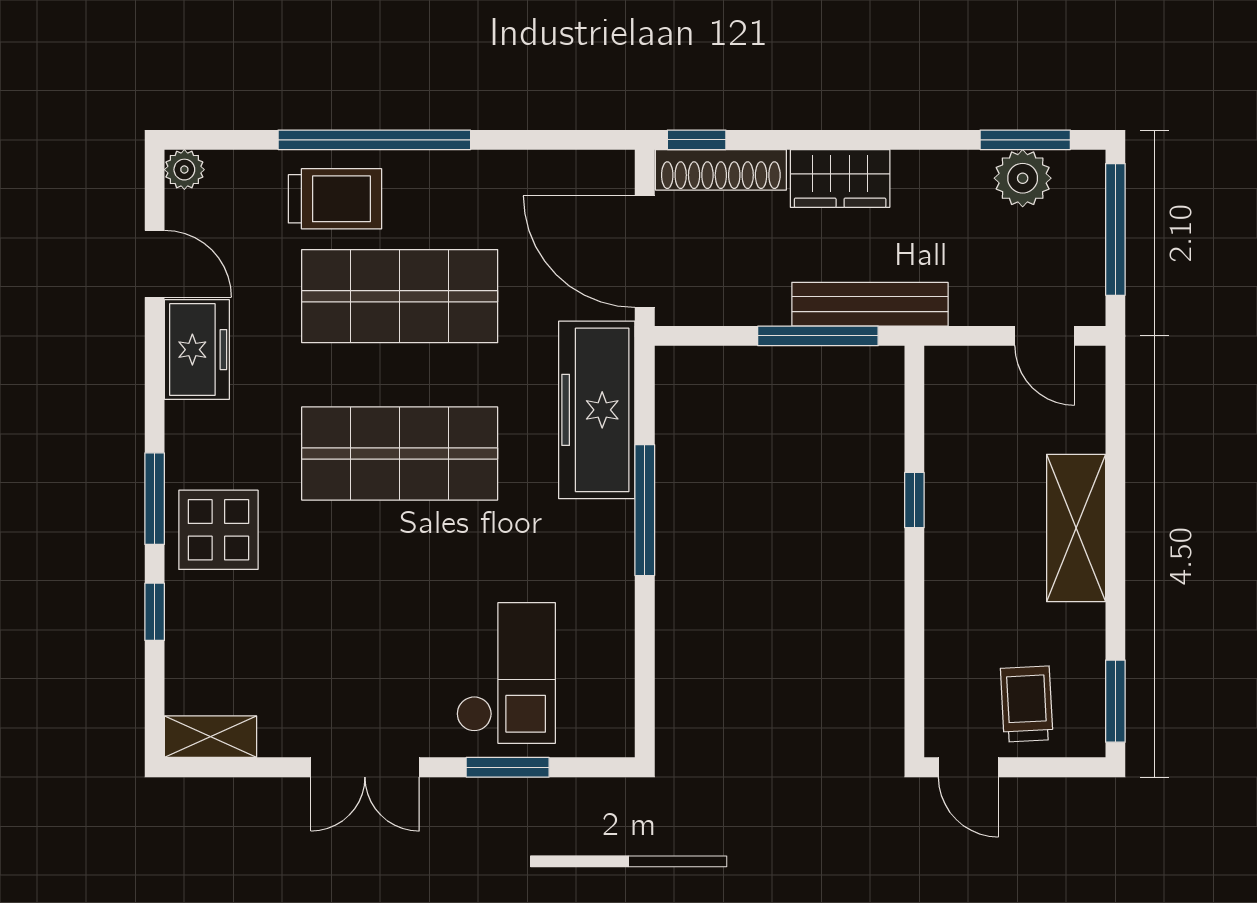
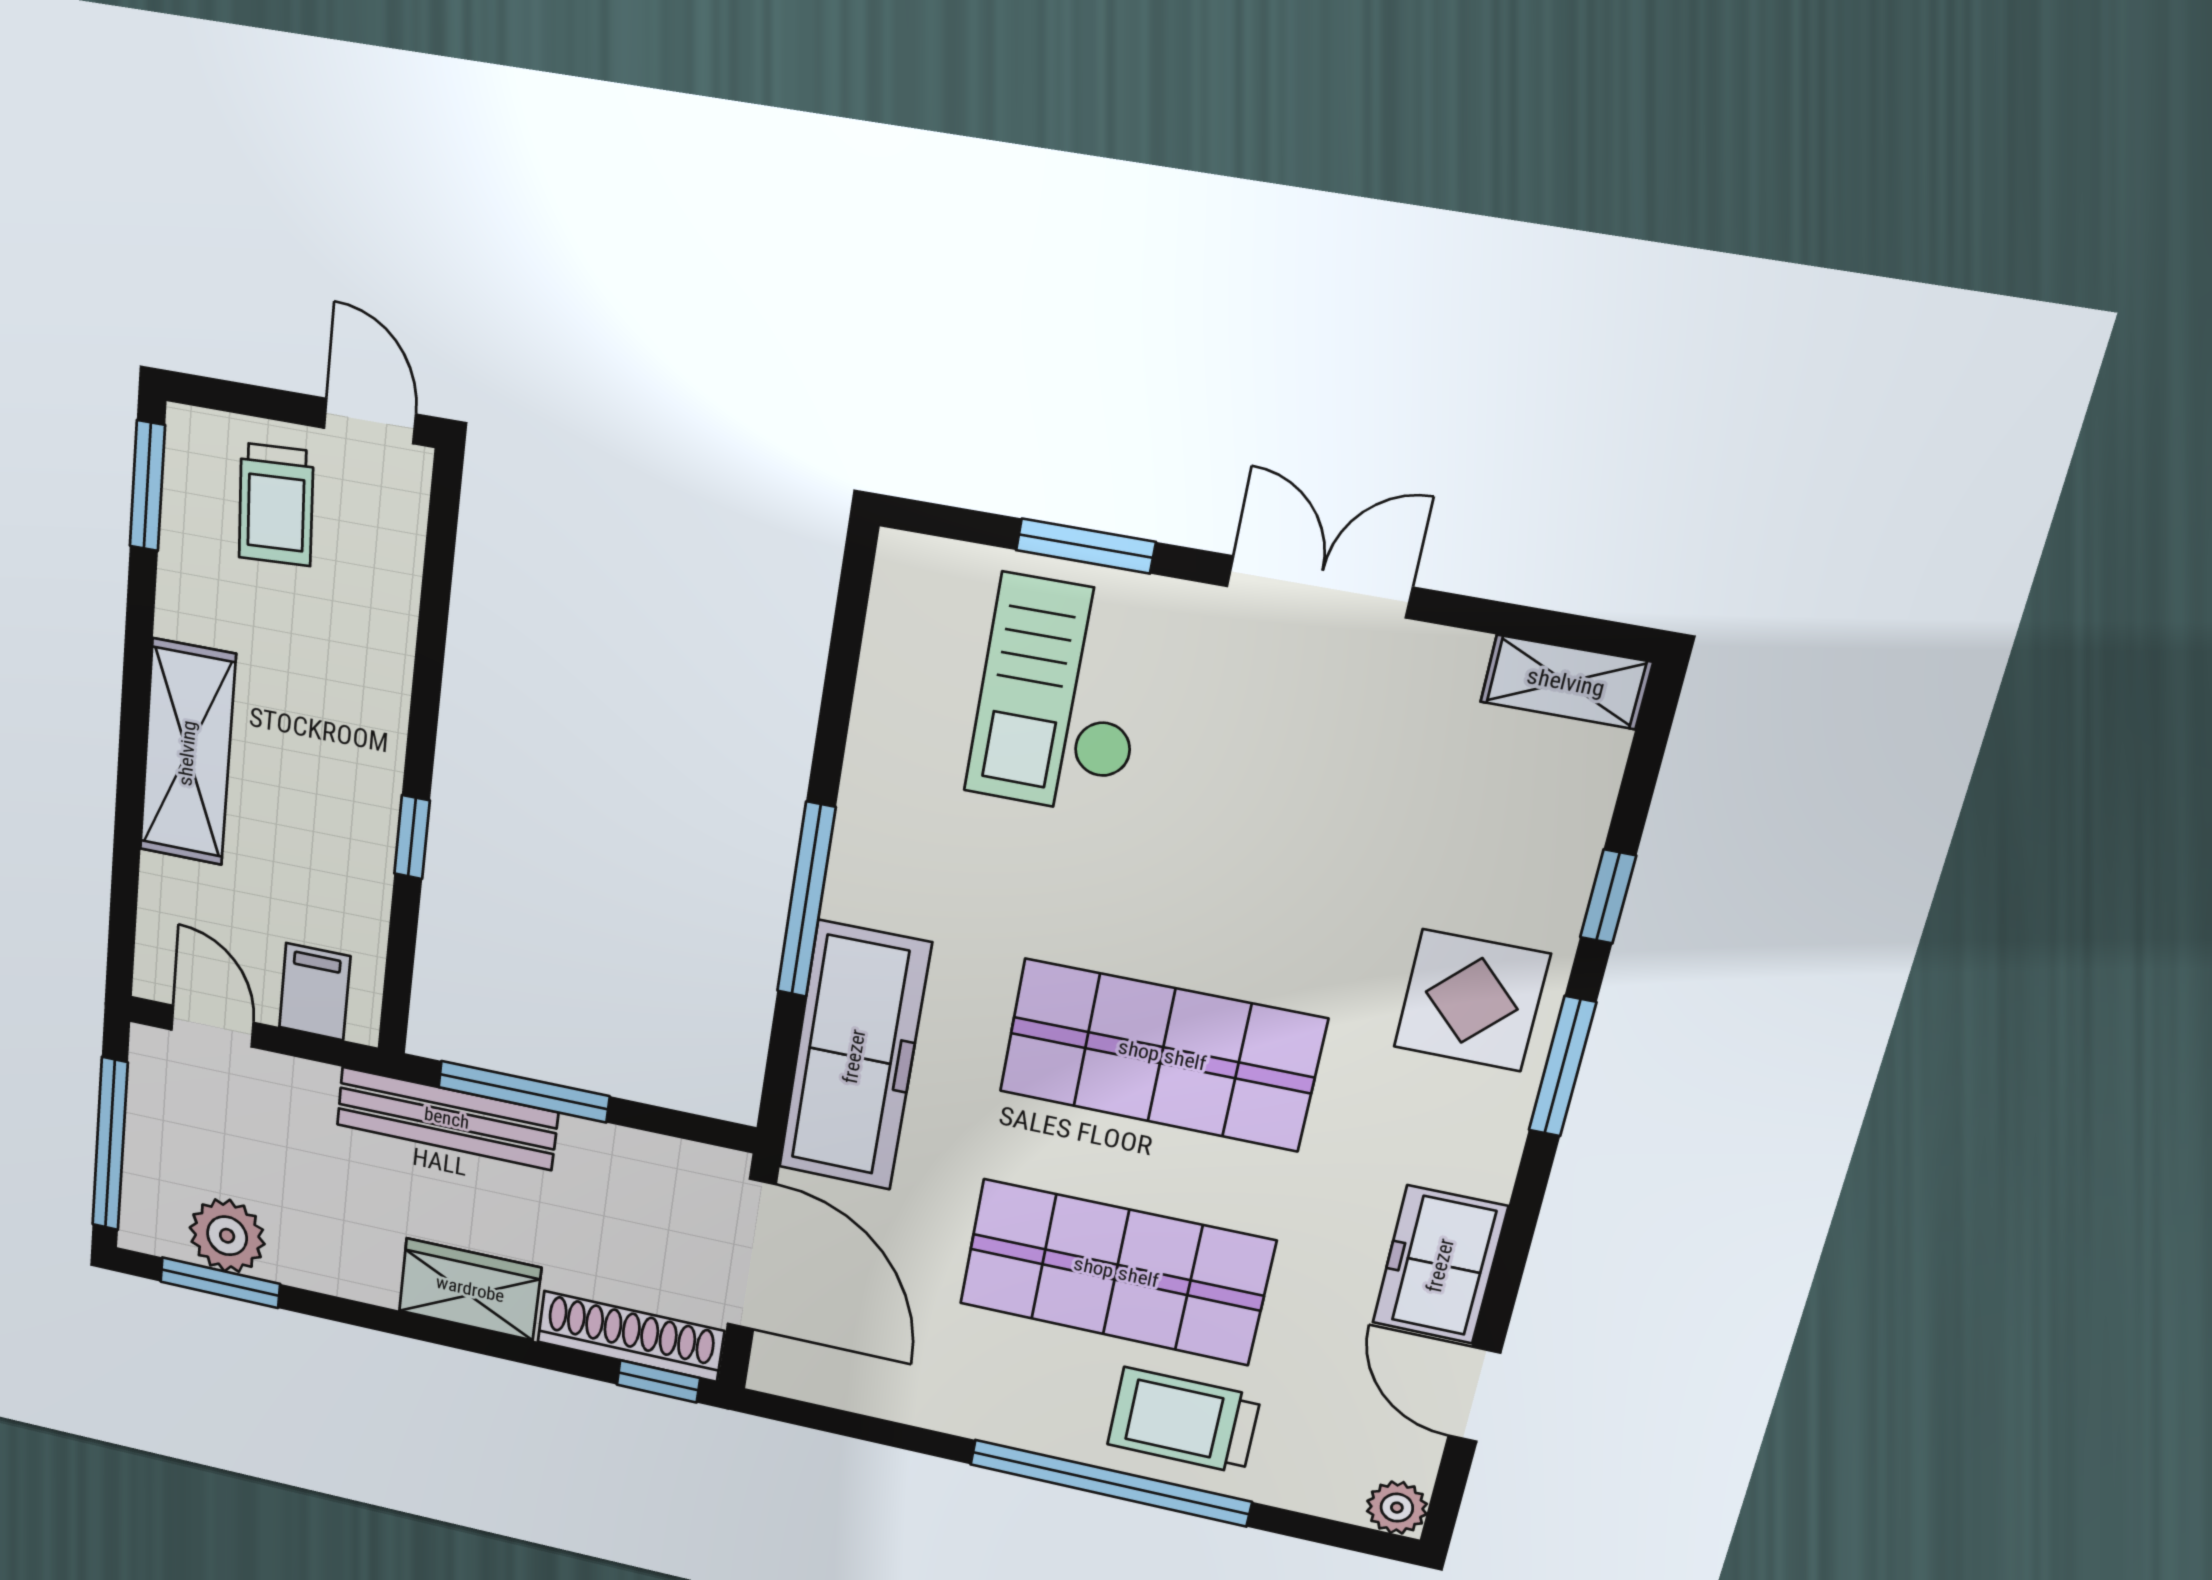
filing cabinet: (973, 377) -> (315, 992), added

